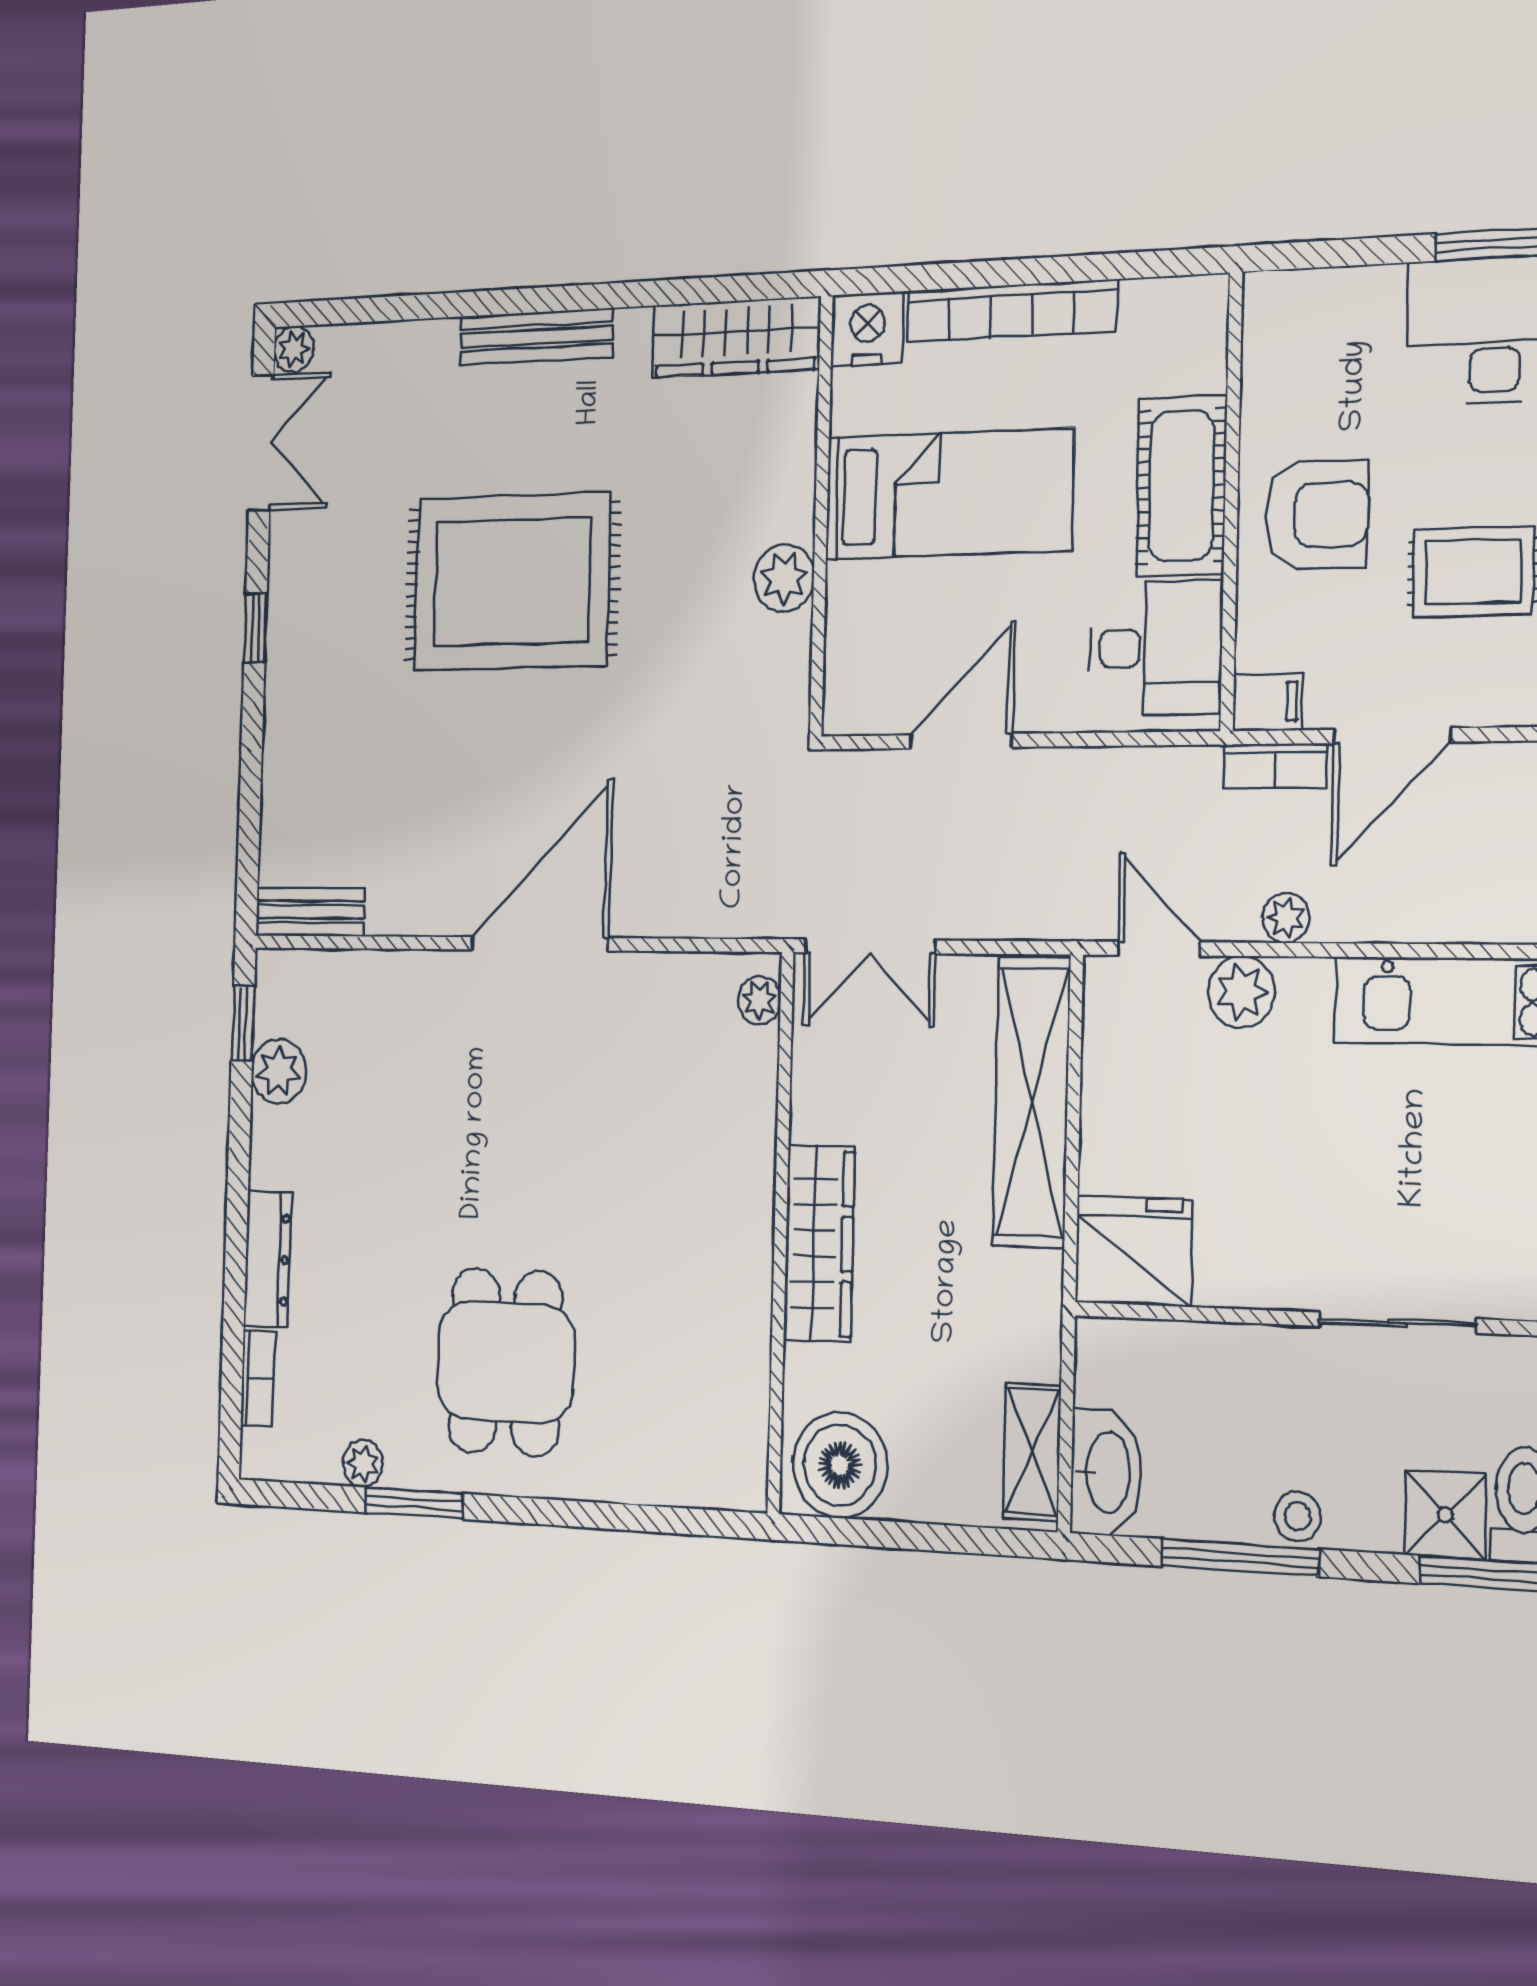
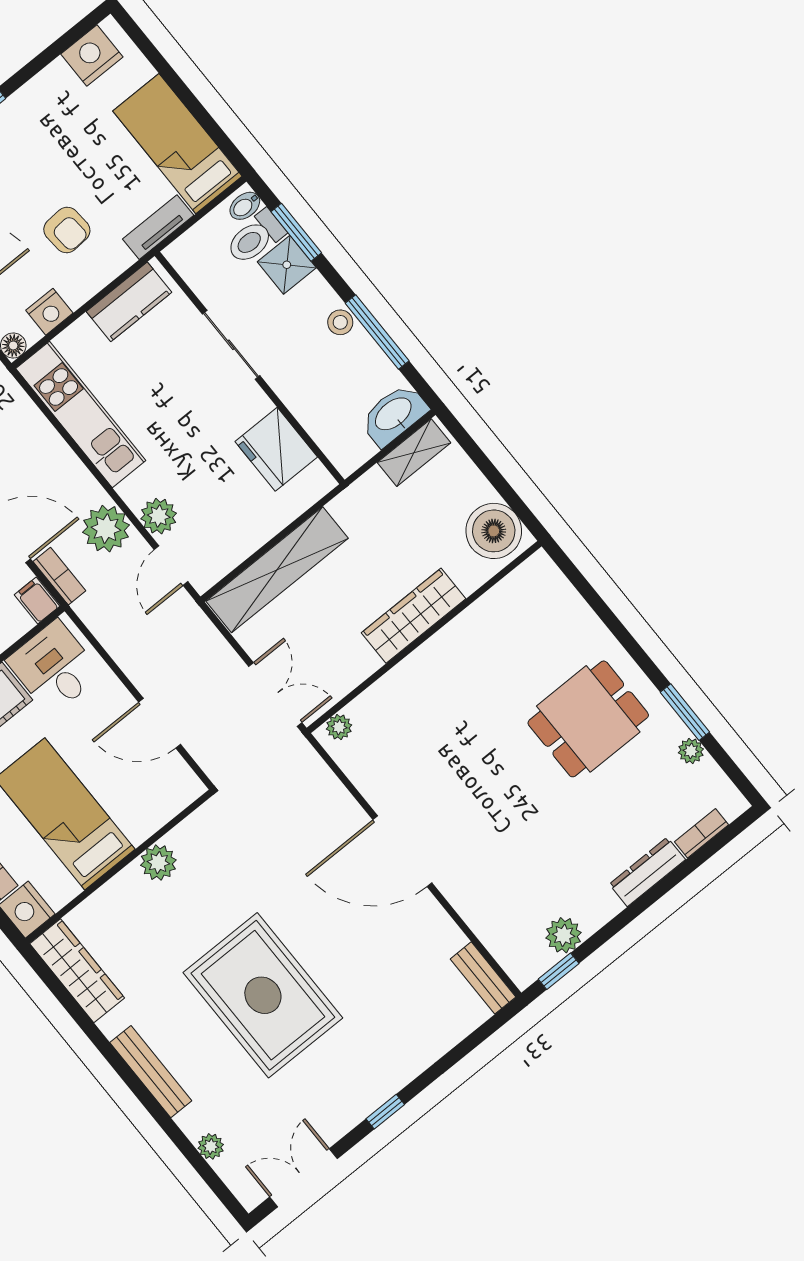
plant: (294, 349) -> (211, 1146), moved
plant: (1286, 918) -> (106, 529), width x1.87, depth x1.87
fridge: (1134, 1251) -> (276, 449), moved

